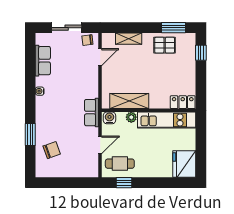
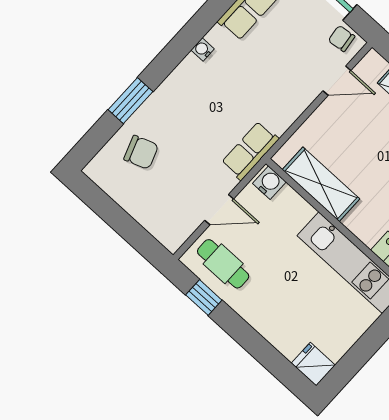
plant: (131, 117) -> (302, 211), removed
fridge: (184, 164) -> (313, 364), width x0.53, depth x0.75

